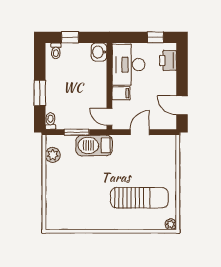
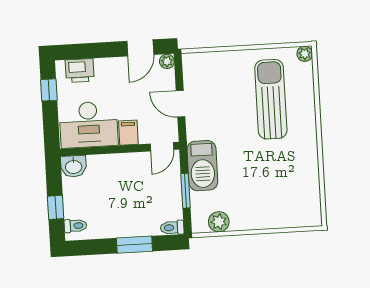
plant: (171, 124) -> (167, 61), added

